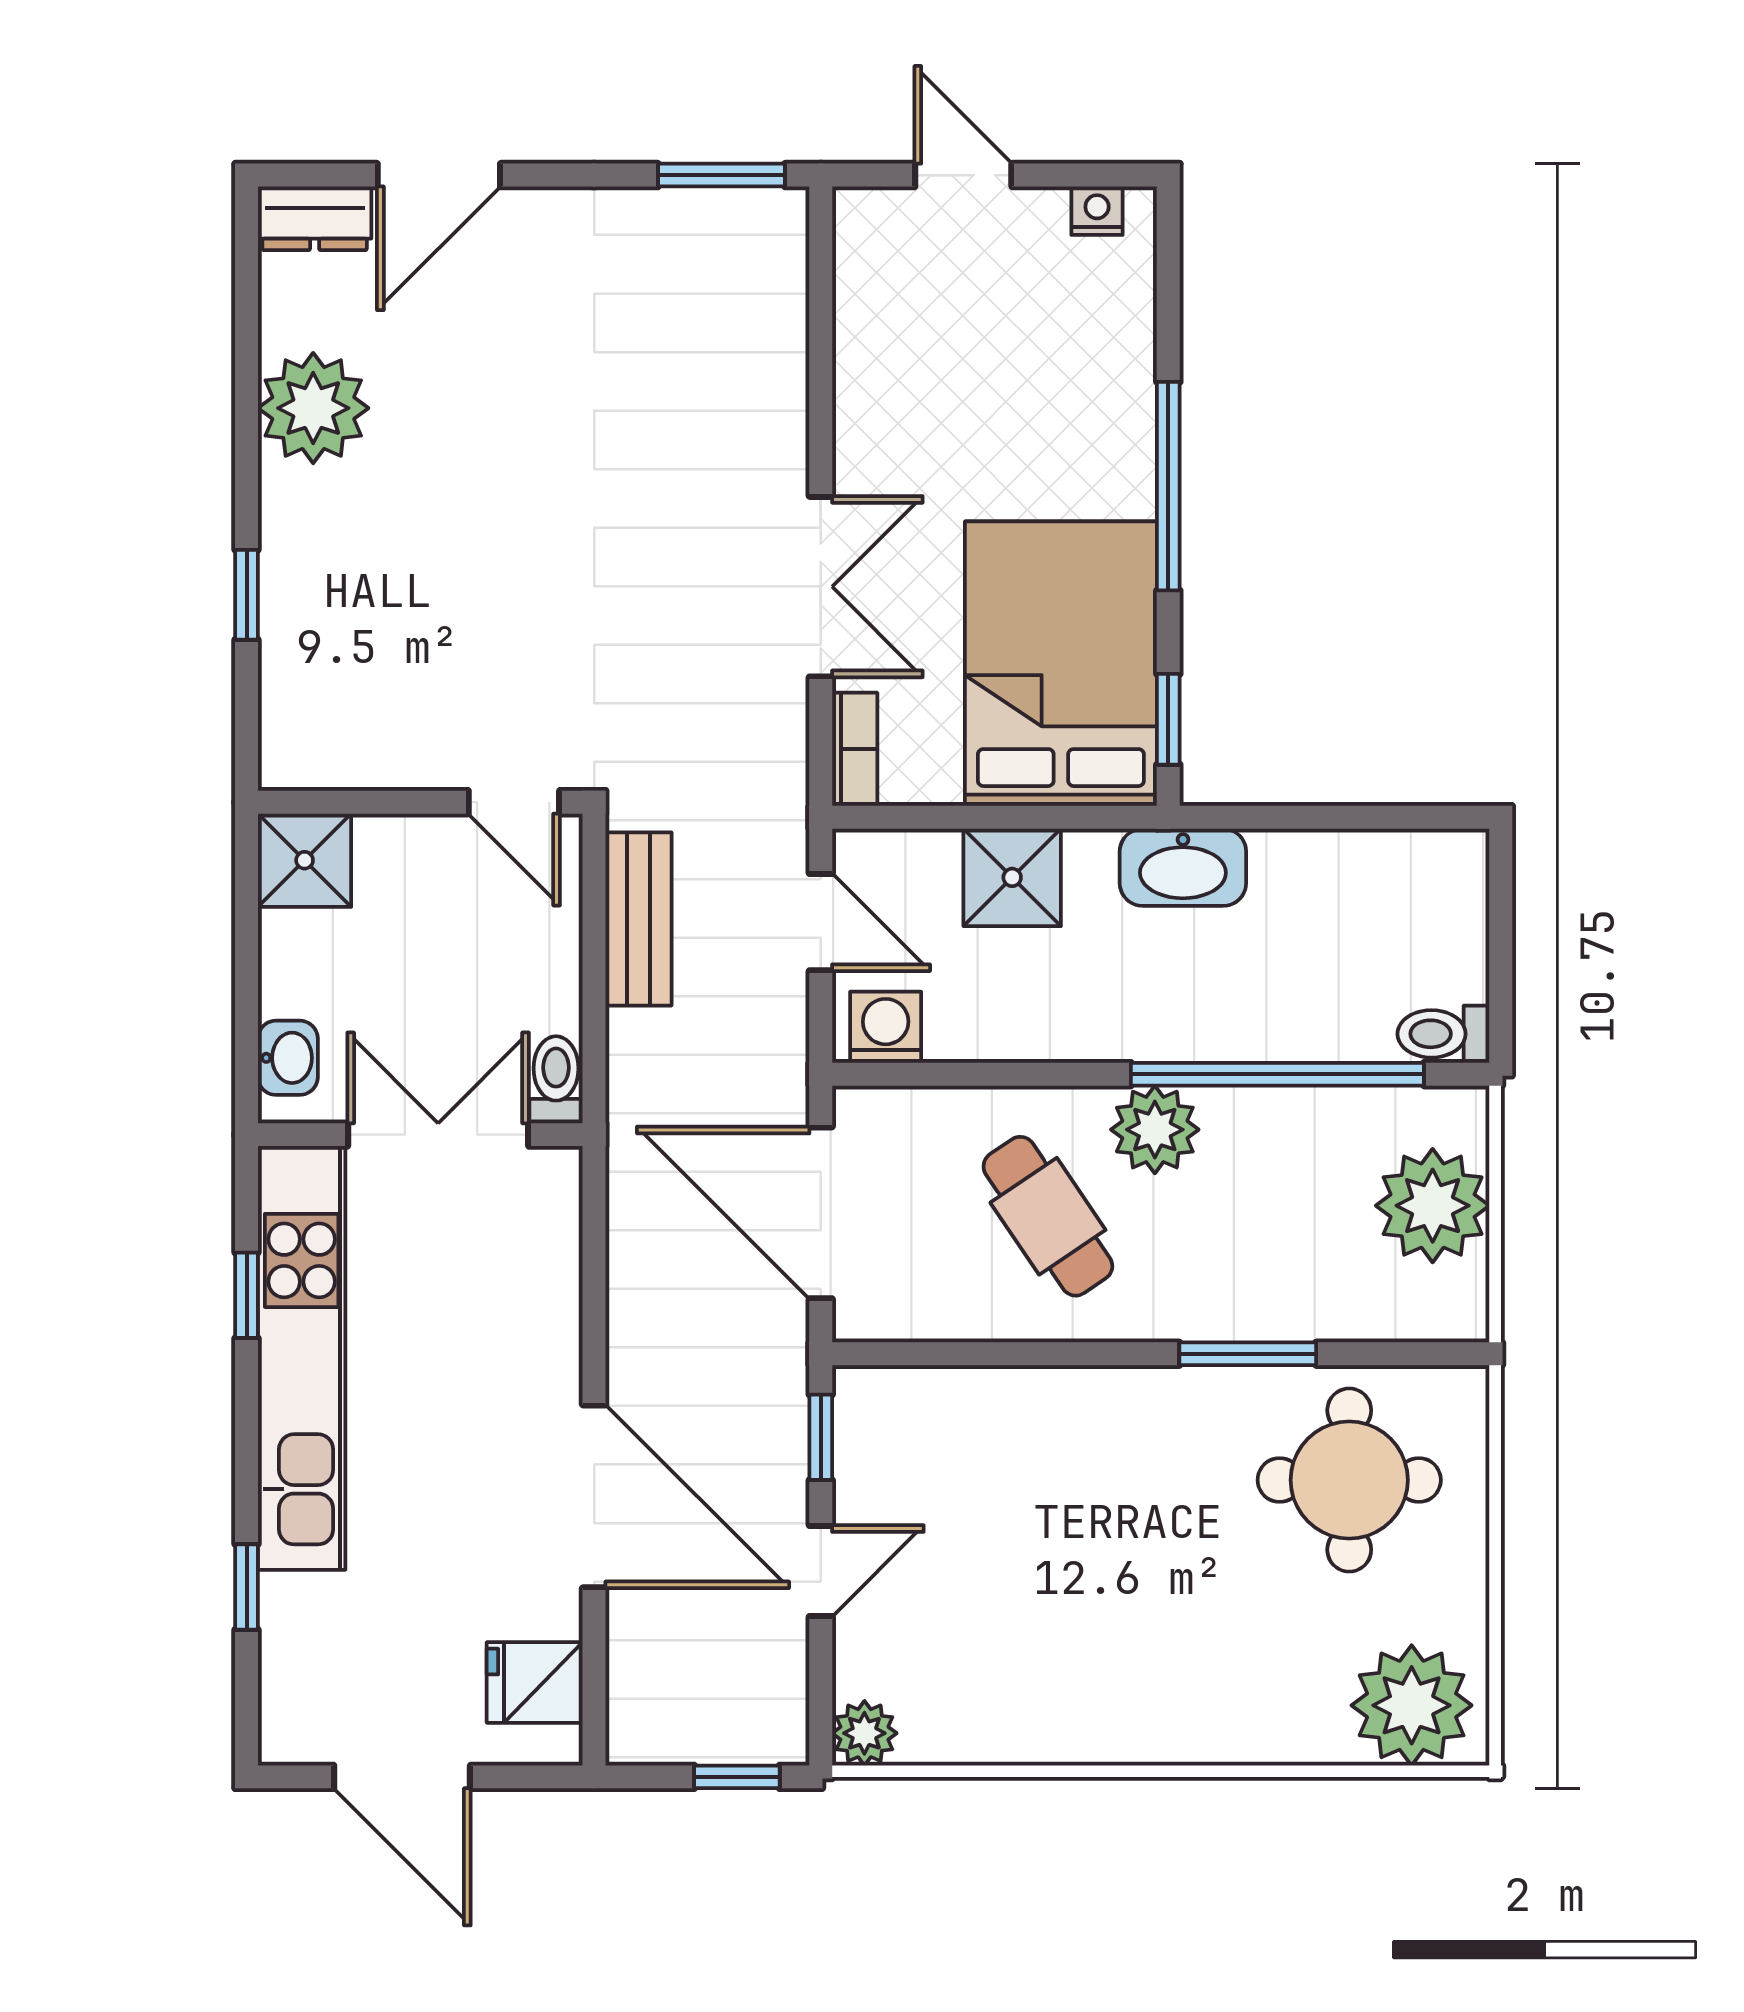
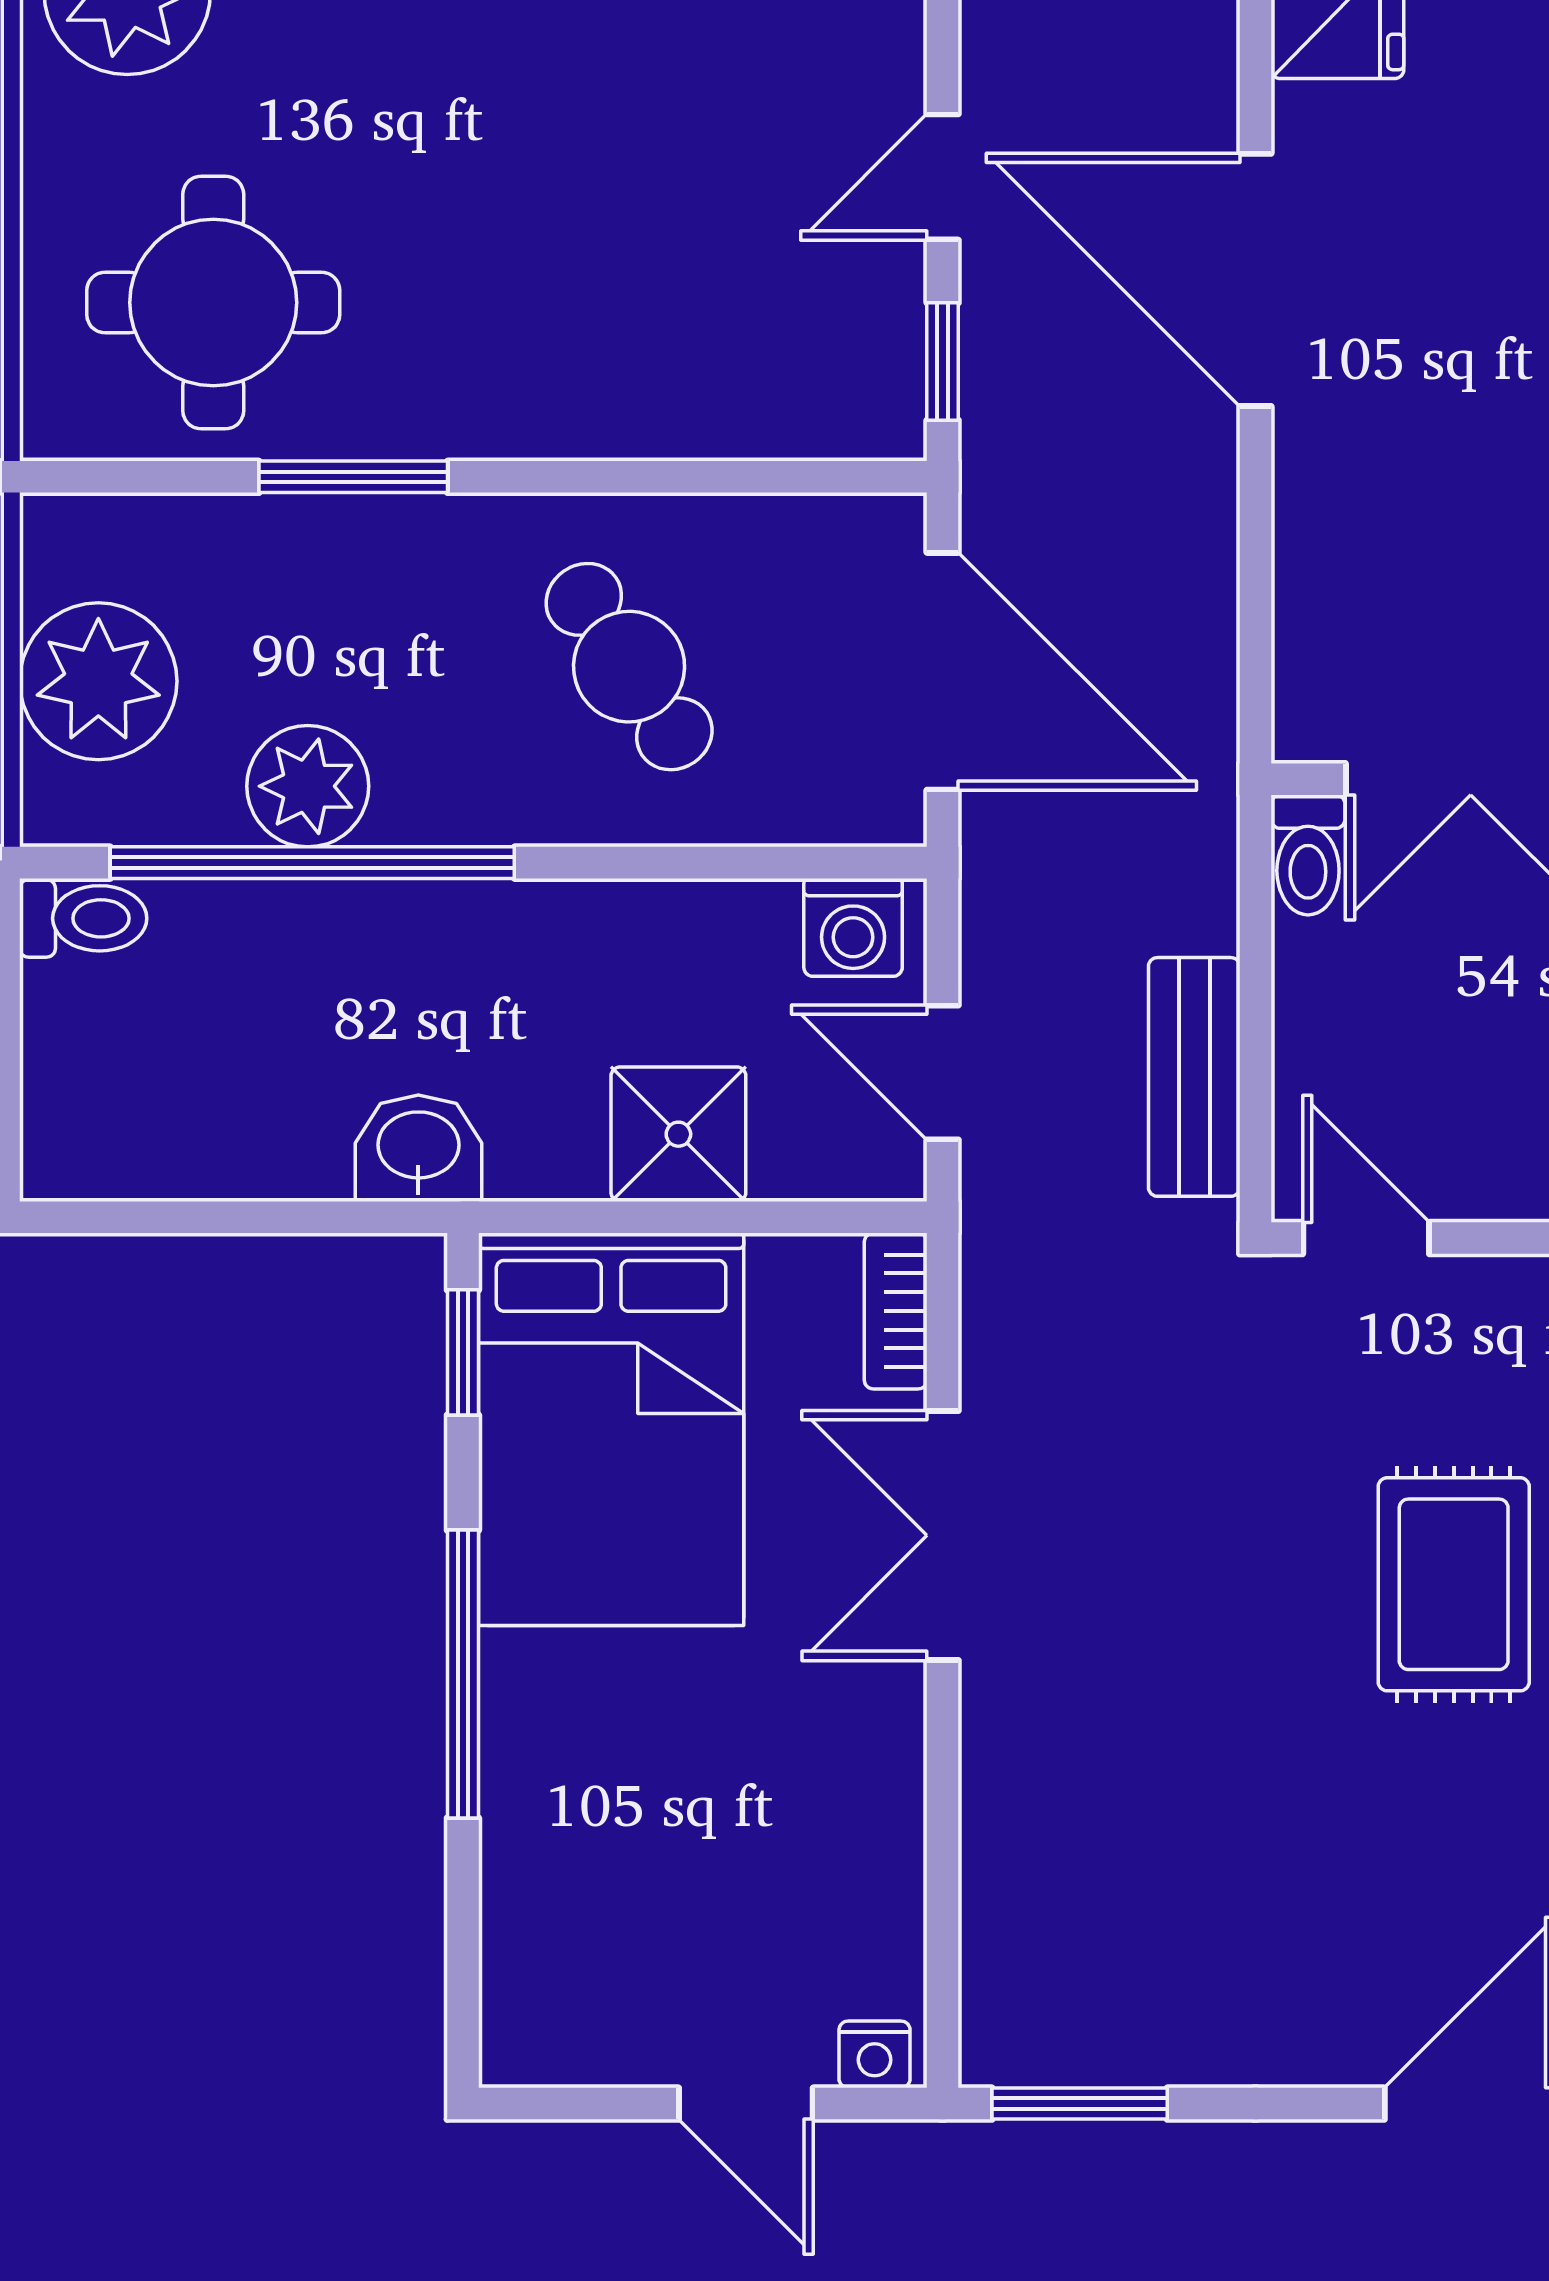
nightstand: (1097, 211) -> (875, 2054), moved
rug: (450, 551) -> (1454, 1584), added
washbasin: (1183, 867) -> (418, 1148), width x0.72
plant: (1155, 1130) -> (308, 786), moved

